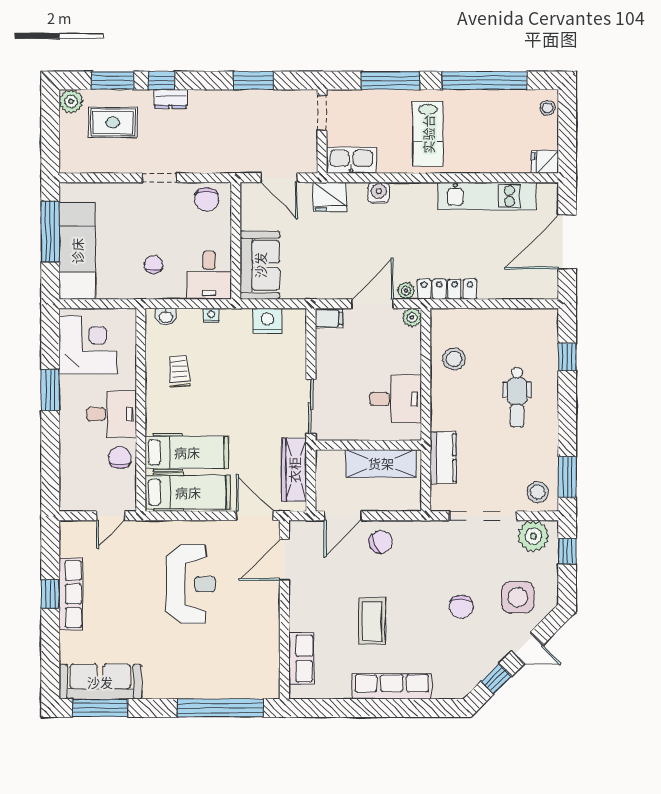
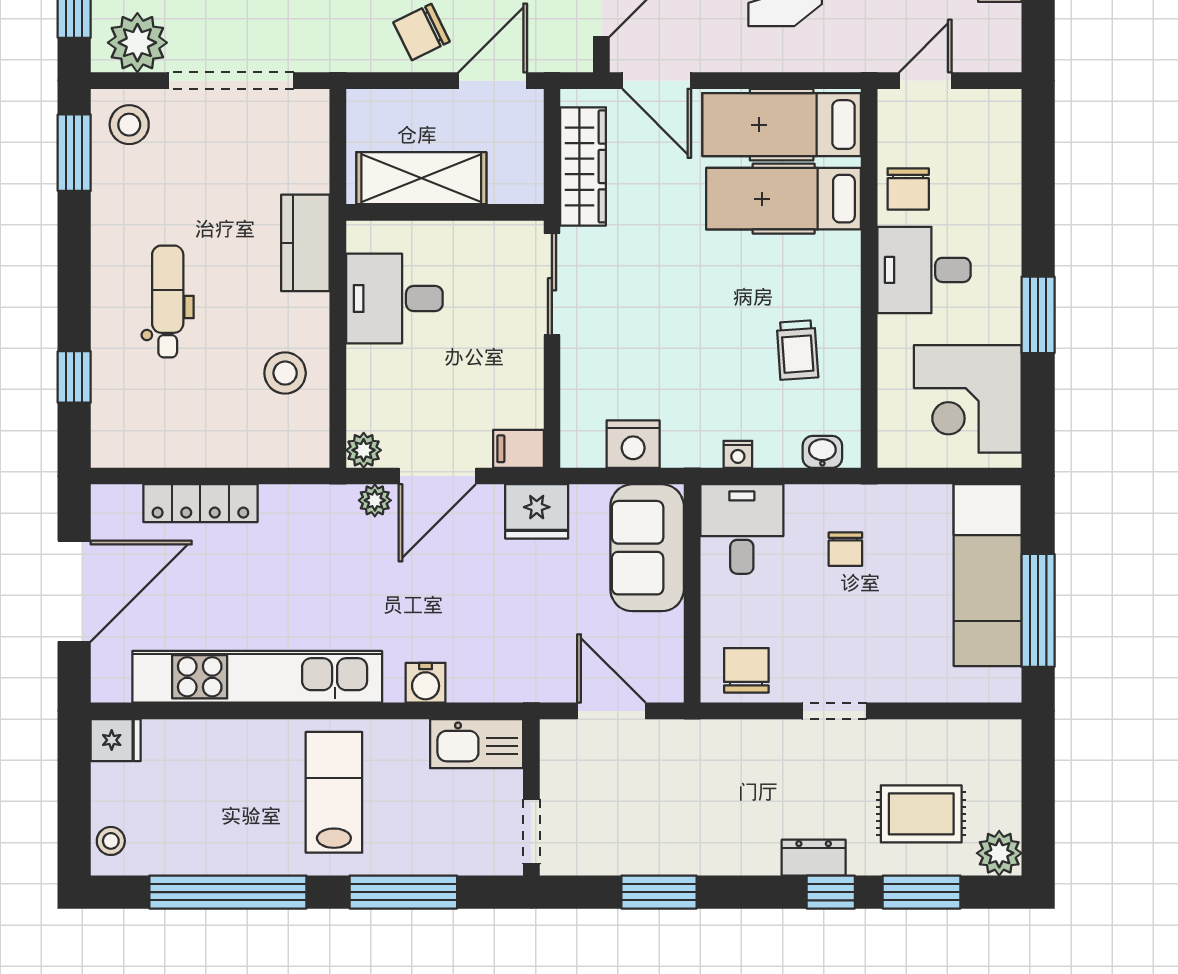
kitchen unit: (487, 196) -> (257, 677), width x1.36
fridge: (330, 197) -> (537, 511), moved, turned 180
locker: (447, 289) -> (200, 503), moved
kitchen counter: (443, 458) -> (305, 243), moved

